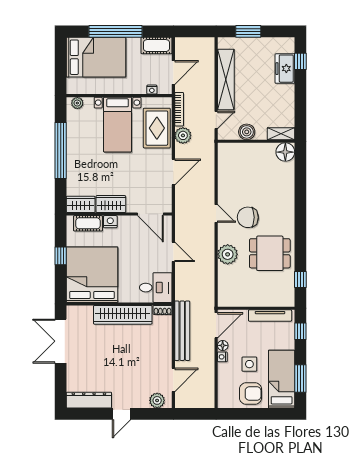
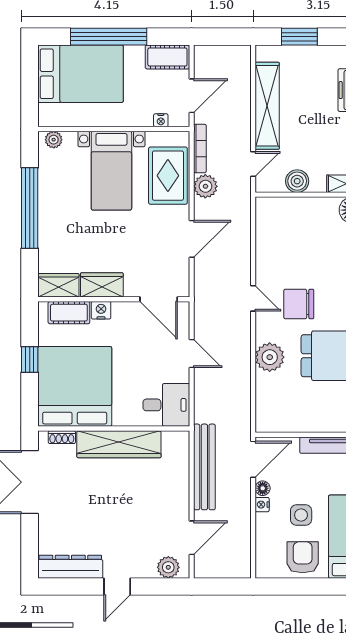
shoe rack: (163, 310) -> (62, 437), moved
armchair: (250, 394) -> (303, 557), turned -90

